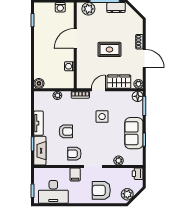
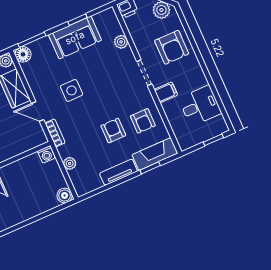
washing machine: (69, 66) -> (46, 154), moved
armchair: (74, 154) -> (143, 121), moved
desk: (53, 192) -> (200, 106), width x0.73

